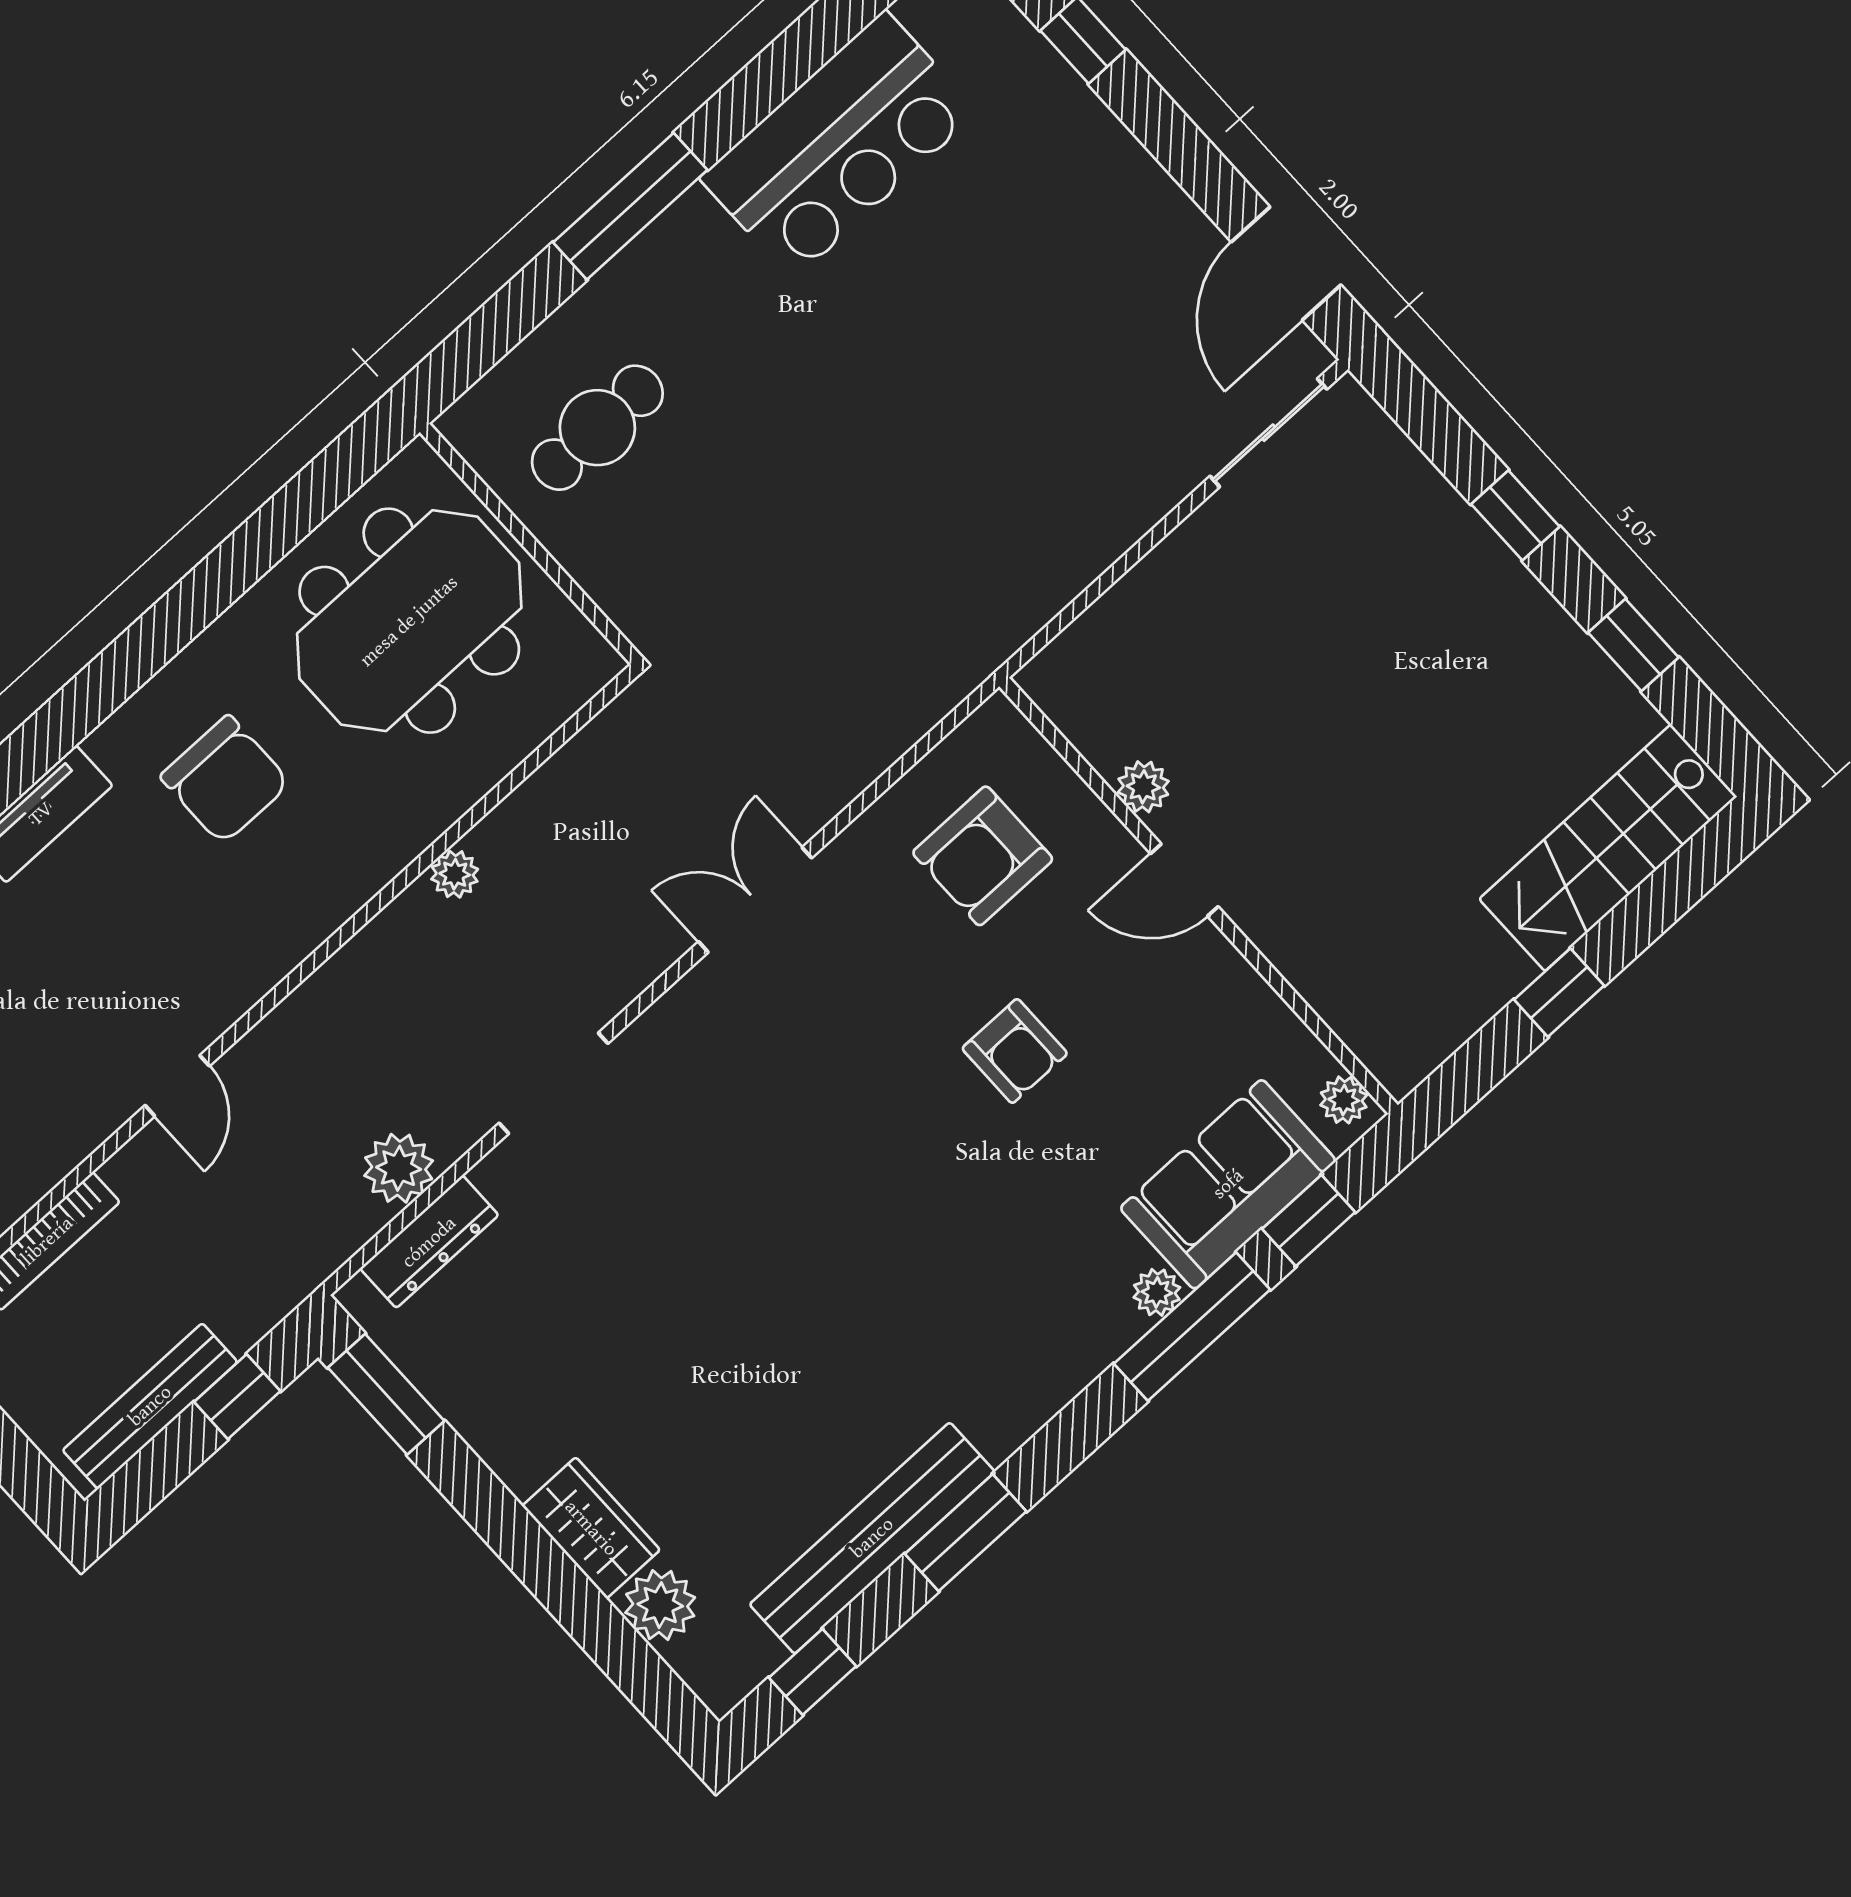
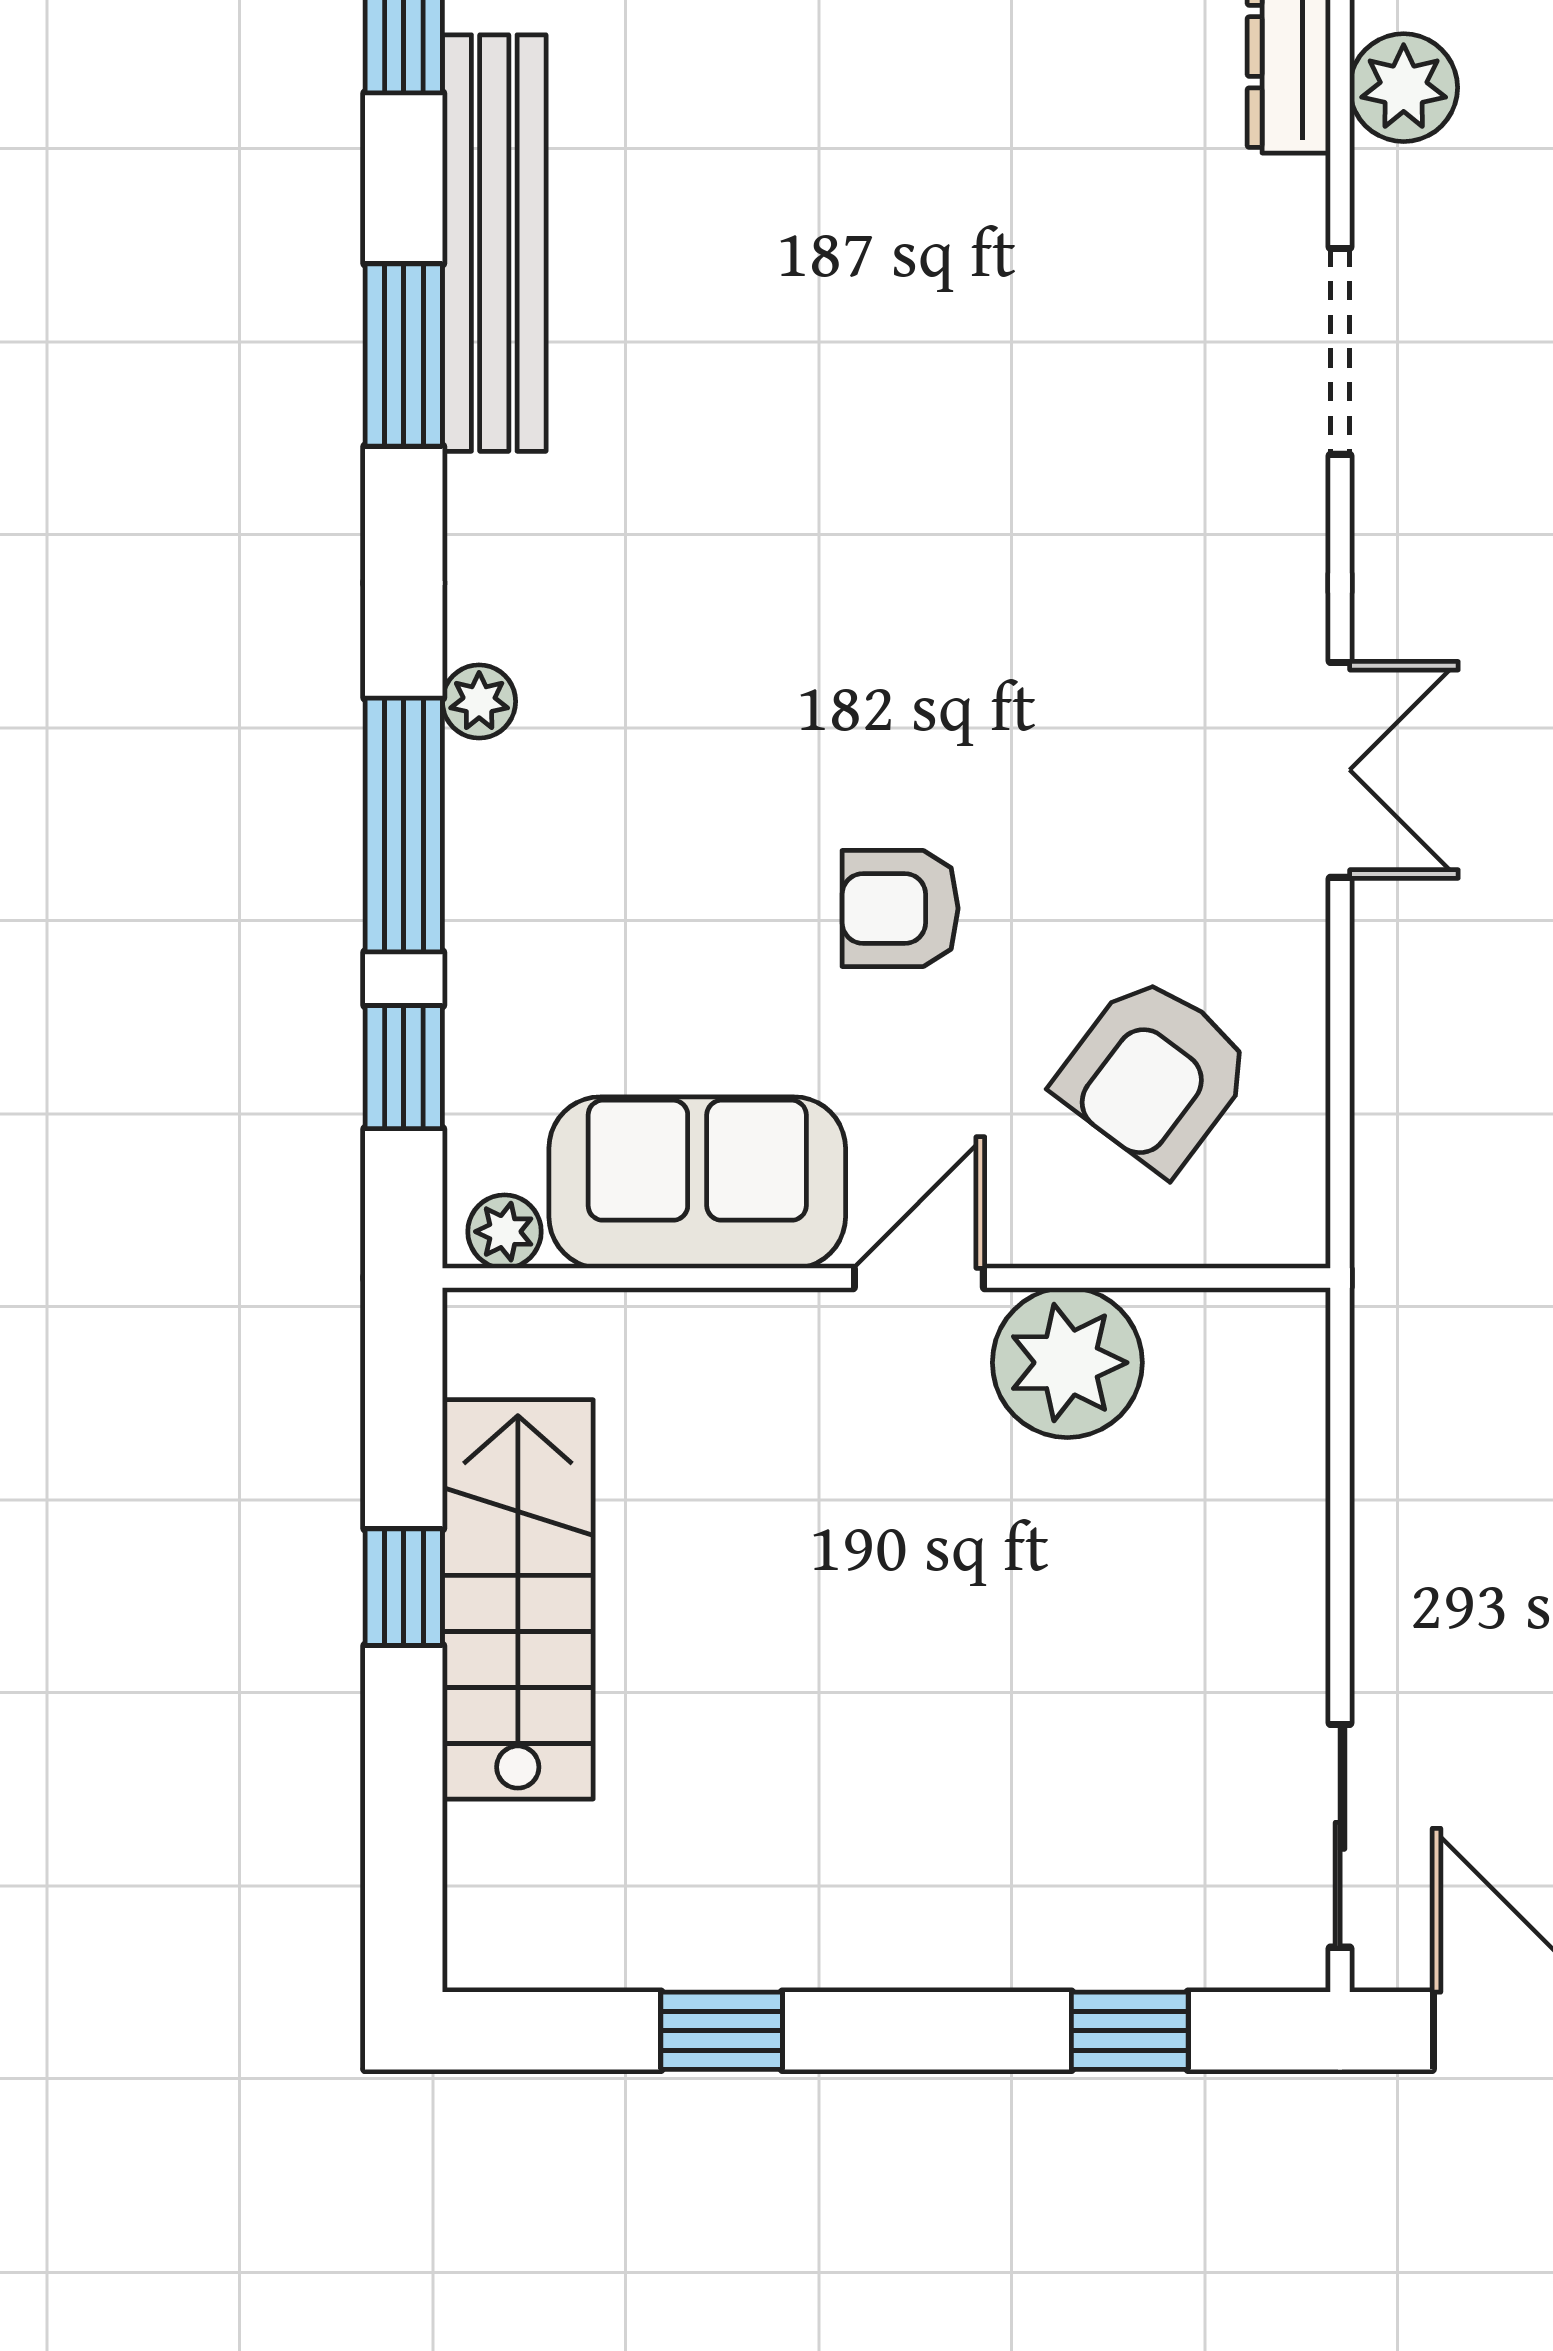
window: (1515, 515) -> (1130, 2031), moved
plant: (1143, 787) -> (1067, 1363), width x1.88, depth x1.88
stairs: (1608, 848) -> (518, 1599), moved
armchair: (983, 856) -> (1155, 1074), turned -143
sofa: (1228, 1184) -> (697, 1183), moved, turned -90
plant: (1157, 1292) -> (479, 701), moved

